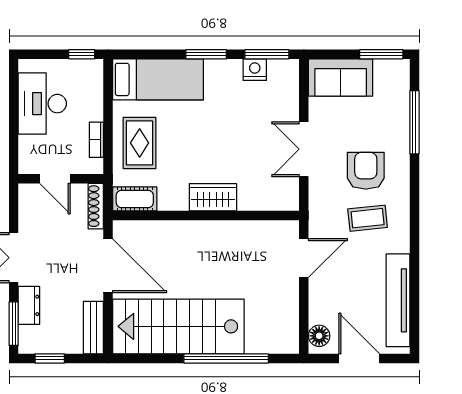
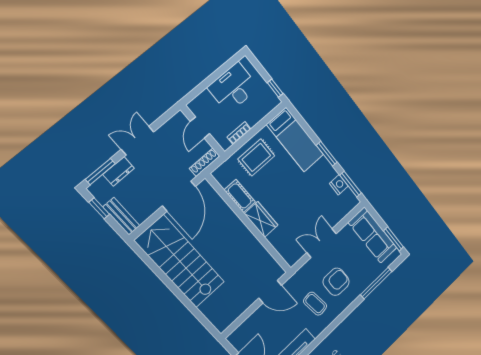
sofa: (341, 78) -> (373, 235), width x1.36
cot: (135, 199) -> (240, 196), moved
bench: (93, 328) -> (121, 216), moved, turned 90
floor lamp: (319, 336) -> (239, 335), removed
window: (226, 358) -> (185, 301), removed

